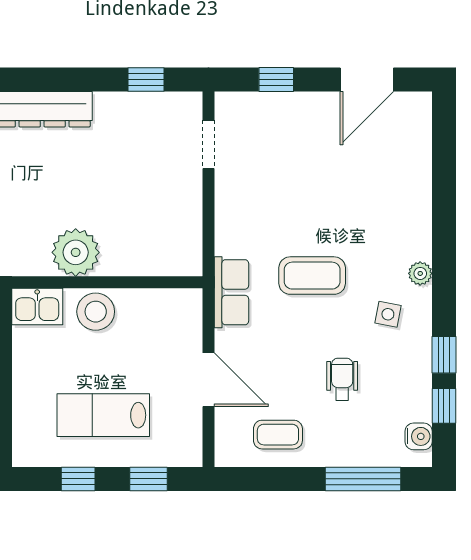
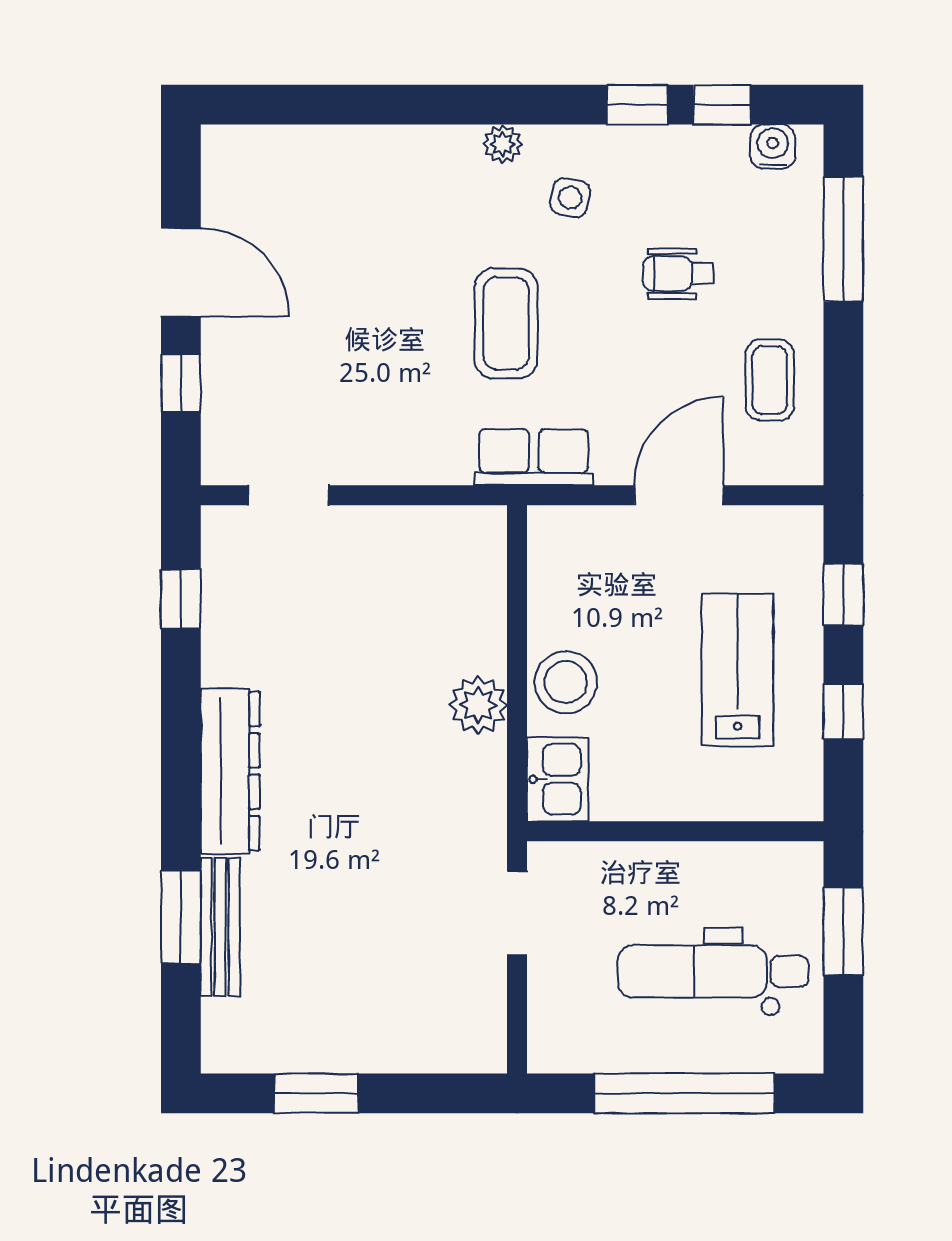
door: (367, 80) -> (181, 272), moved
plant: (76, 252) -> (478, 705), width x0.73, depth x0.73
lab bench: (103, 415) -> (738, 670), turned 180

